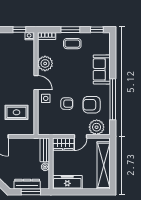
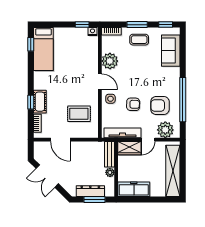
sofa: (102, 69) -> (171, 51), moved
tv unit: (57, 130) -> (122, 133), added

